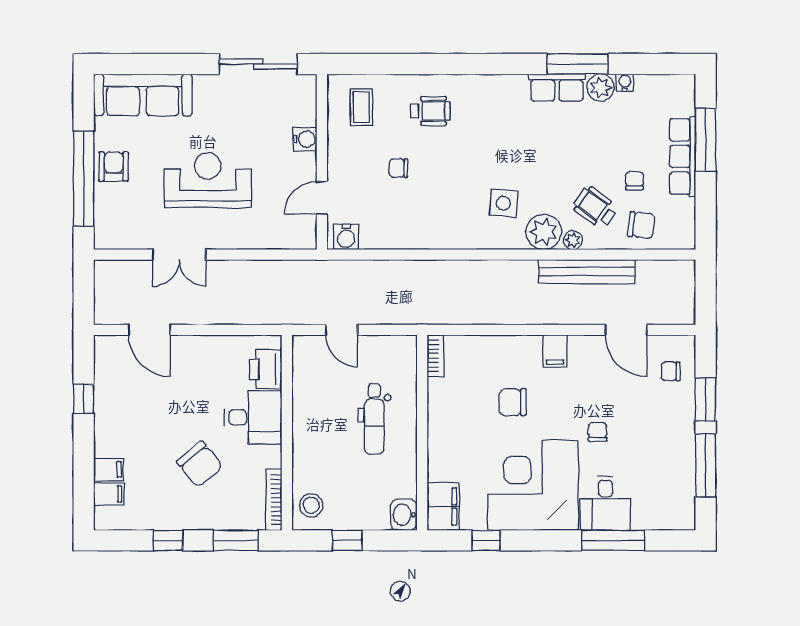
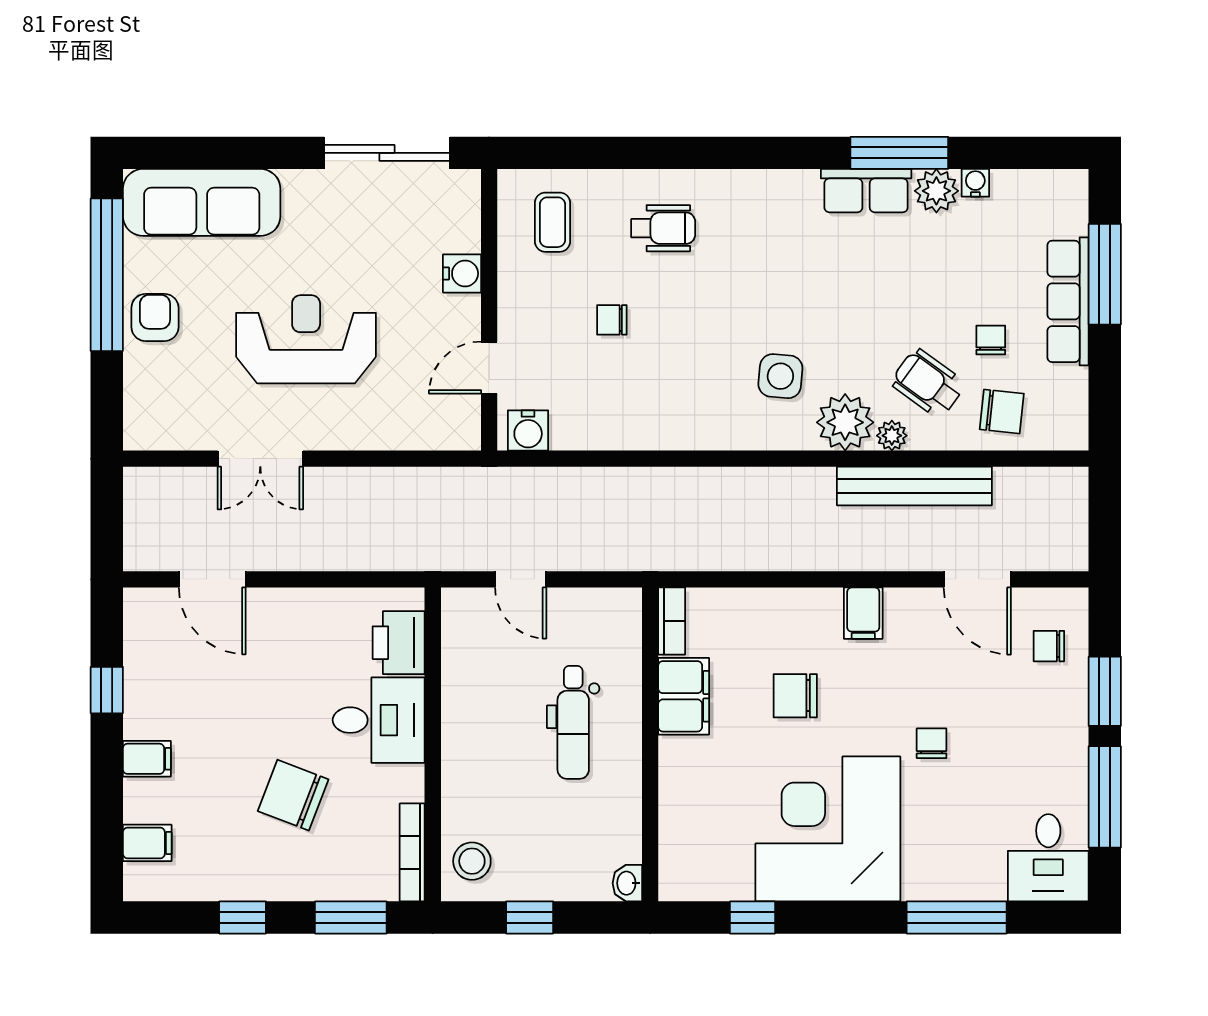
window: (84, 179) -> (107, 275), moved
chair: (200, 464) -> (293, 795), turned 150
filing cabinet: (109, 469) -> (147, 759), moved
desk: (605, 503) -> (1048, 858), moved
filing cabinet: (443, 507) -> (684, 696), moved
washbasin: (404, 515) -> (627, 883), width x0.72, depth x0.69

